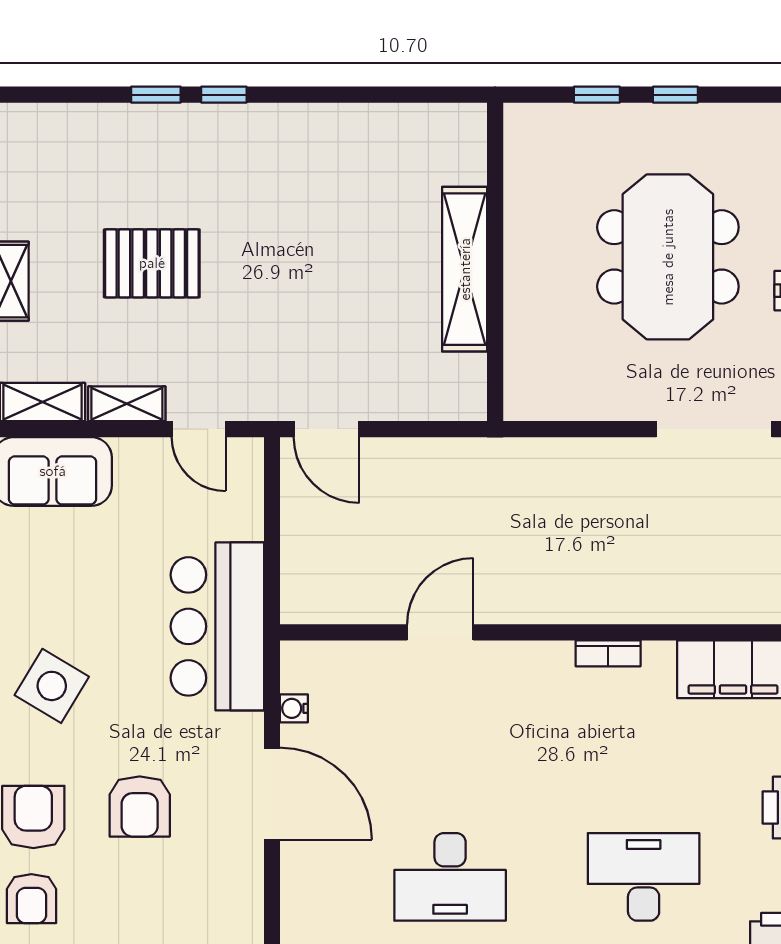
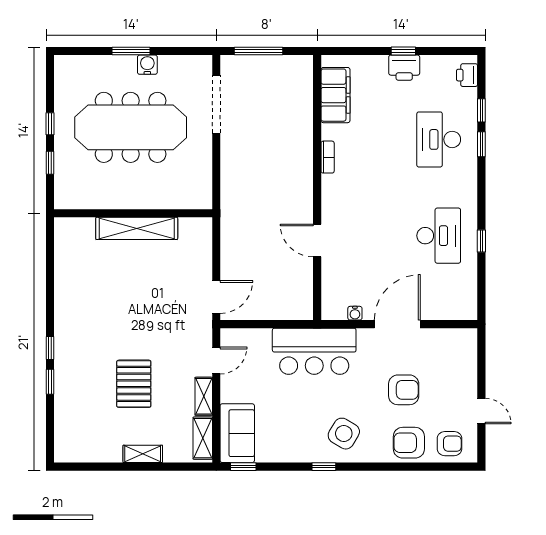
meeting table: (668, 257) -> (131, 127), width x1.36

